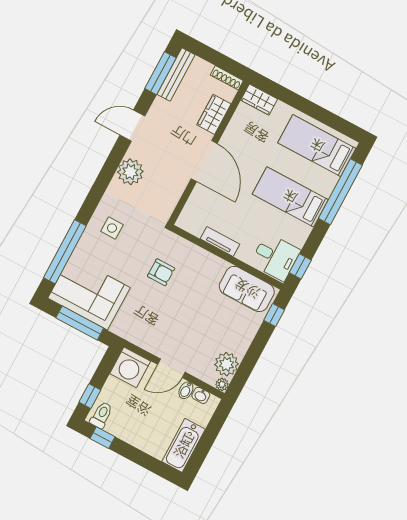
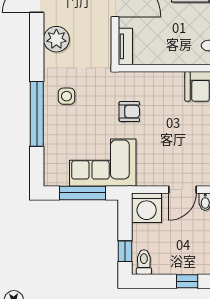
tv unit: (220, 241) -> (125, 46), moved, turned 90
window: (65, 252) -> (37, 114), moved
corner sofa: (89, 293) -> (103, 163), moved
window: (103, 438) -> (187, 281), moved

